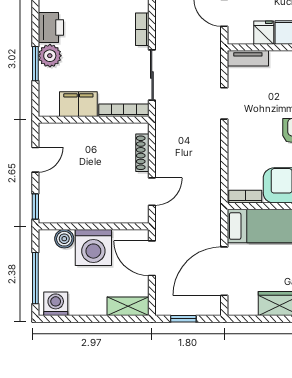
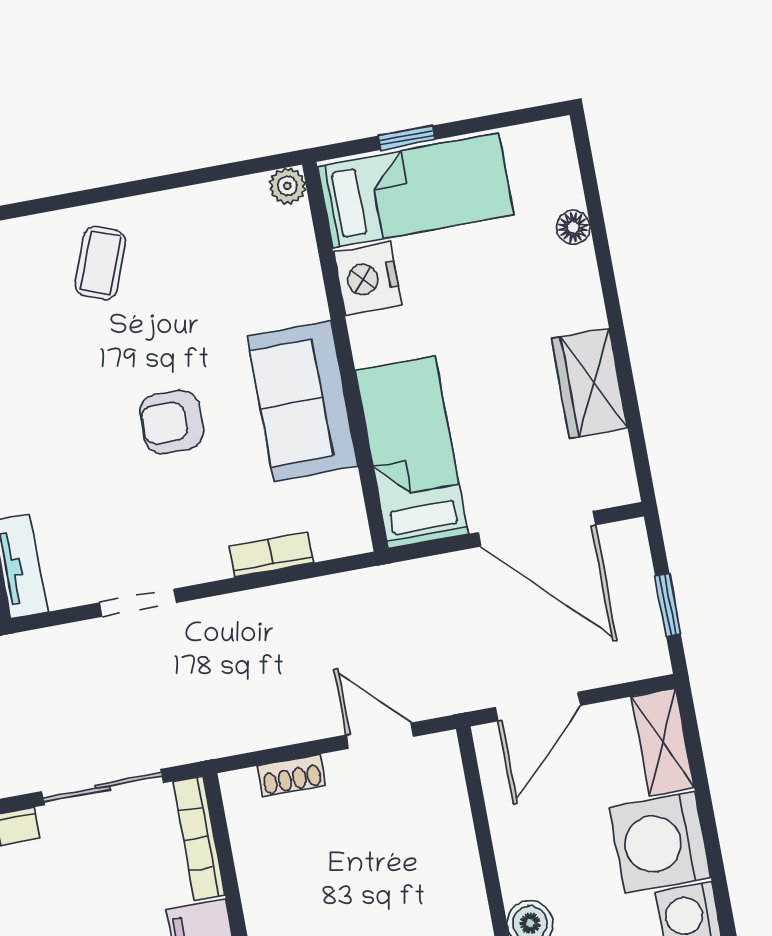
shoe rack: (142, 153) -> (291, 775), width x0.70
bookcase: (245, 197) -> (271, 554), moved, turned 90
washing machine: (93, 247) -> (660, 842), moved, turned 180

